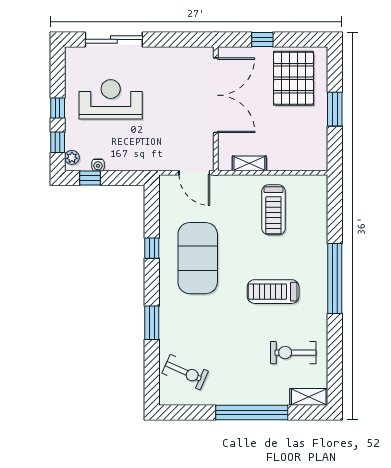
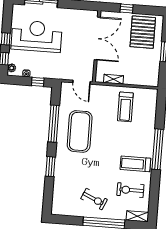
reception desk: (111, 99) -> (37, 36), width x1.36, depth x1.30
window: (90, 178) -> (38, 82), moved
window: (152, 248) -> (54, 124), width x3.17
treadmill: (273, 292) -> (135, 164), moved
exercise bike: (185, 372) -> (94, 199), moved

